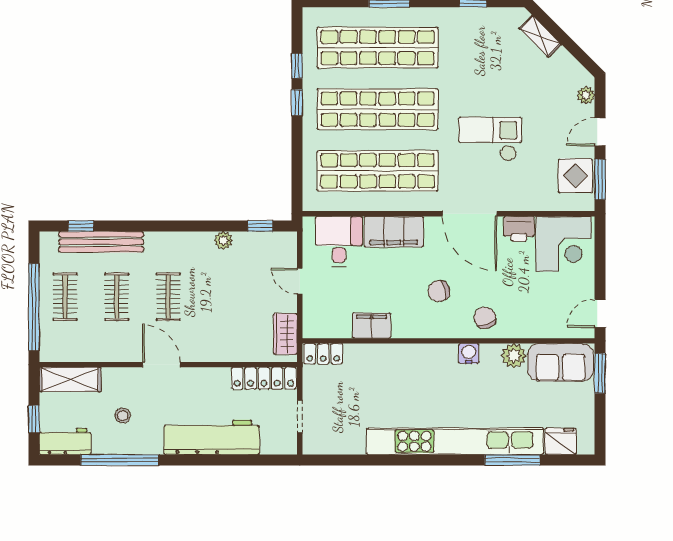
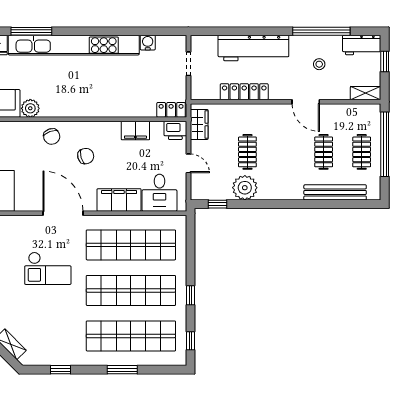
window: (297, 66) -> (190, 341), moved
window: (81, 226) -> (350, 204), removed
printer: (519, 229) -> (175, 130), moved, turned 180
plant: (223, 240) -> (245, 188), width x1.87, depth x1.87
clothes rail: (168, 297) -> (247, 152), moved
water cooler: (469, 353) -> (148, 43), moved, turned 180
door: (161, 365) -> (306, 102), moved
locker: (264, 378) -> (244, 92), moved
shelving: (70, 379) -> (366, 93), width x0.67, depth x0.75

